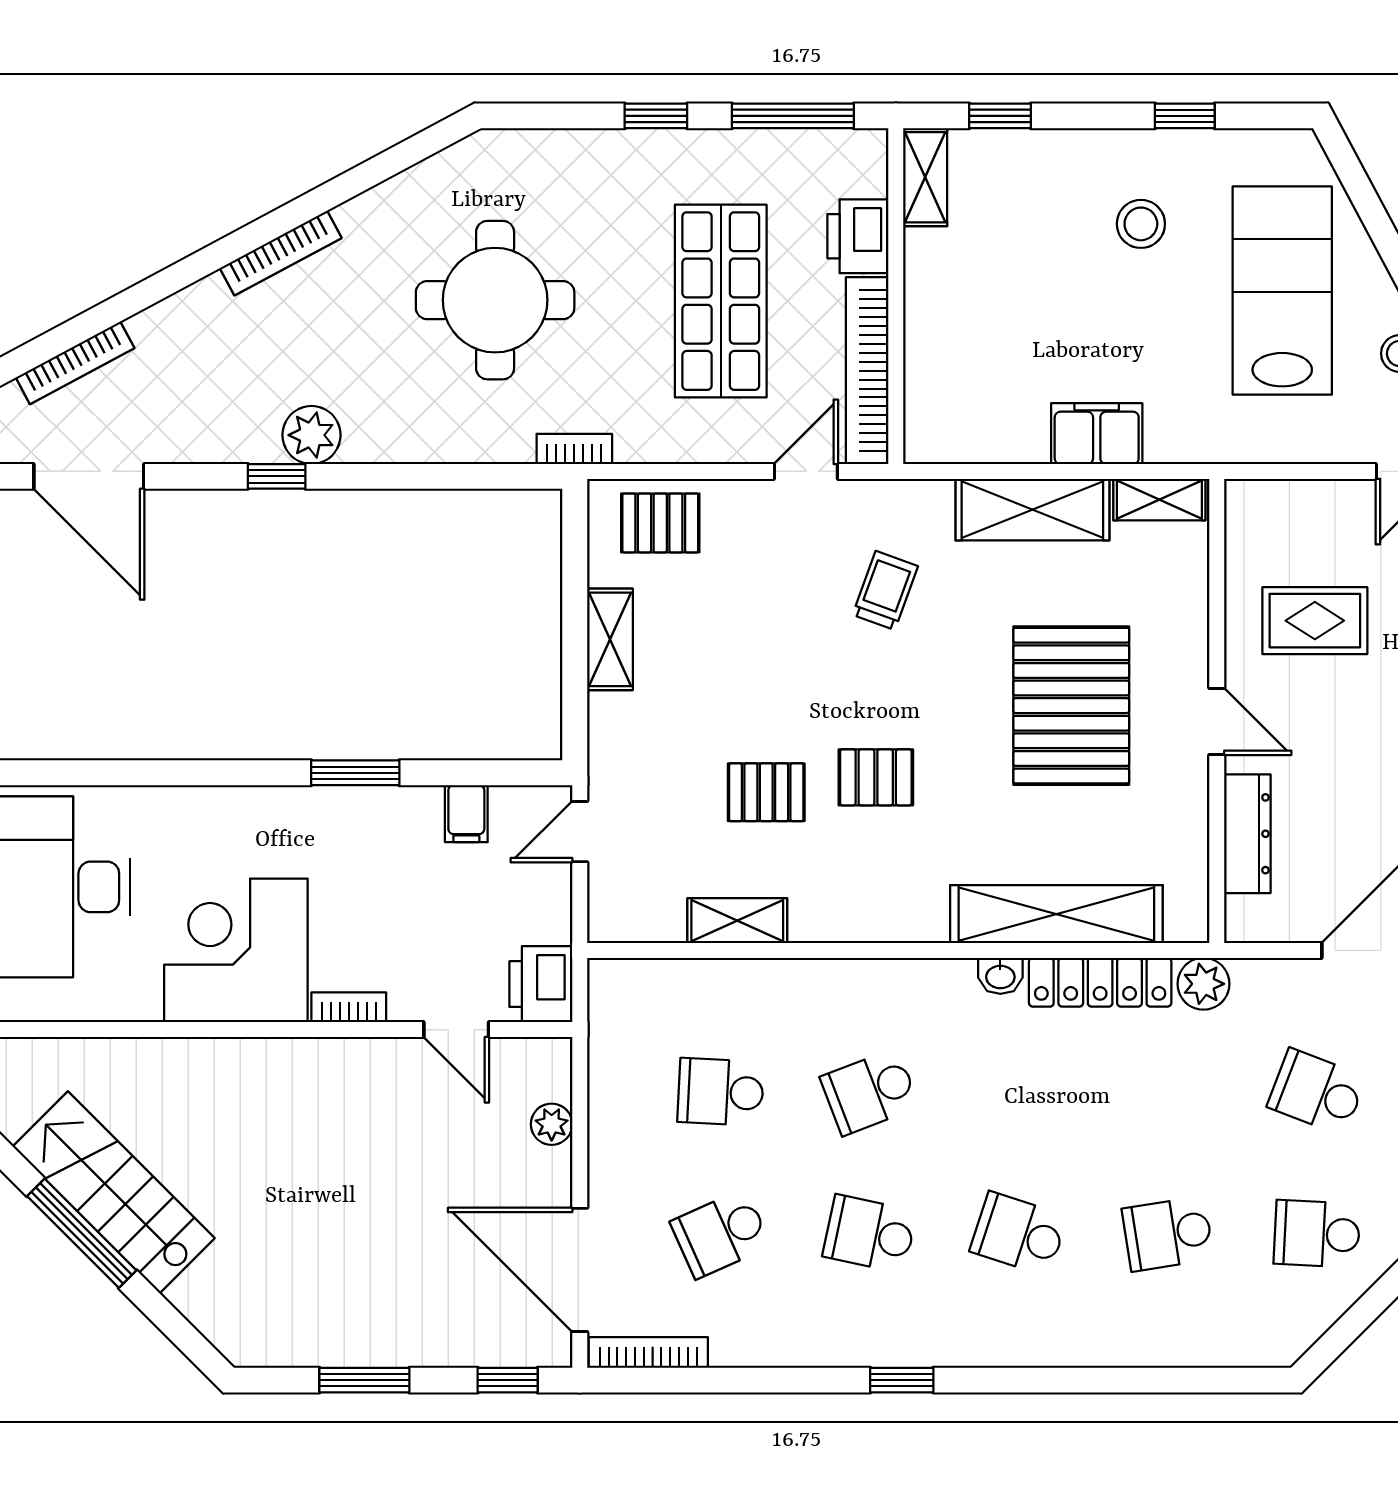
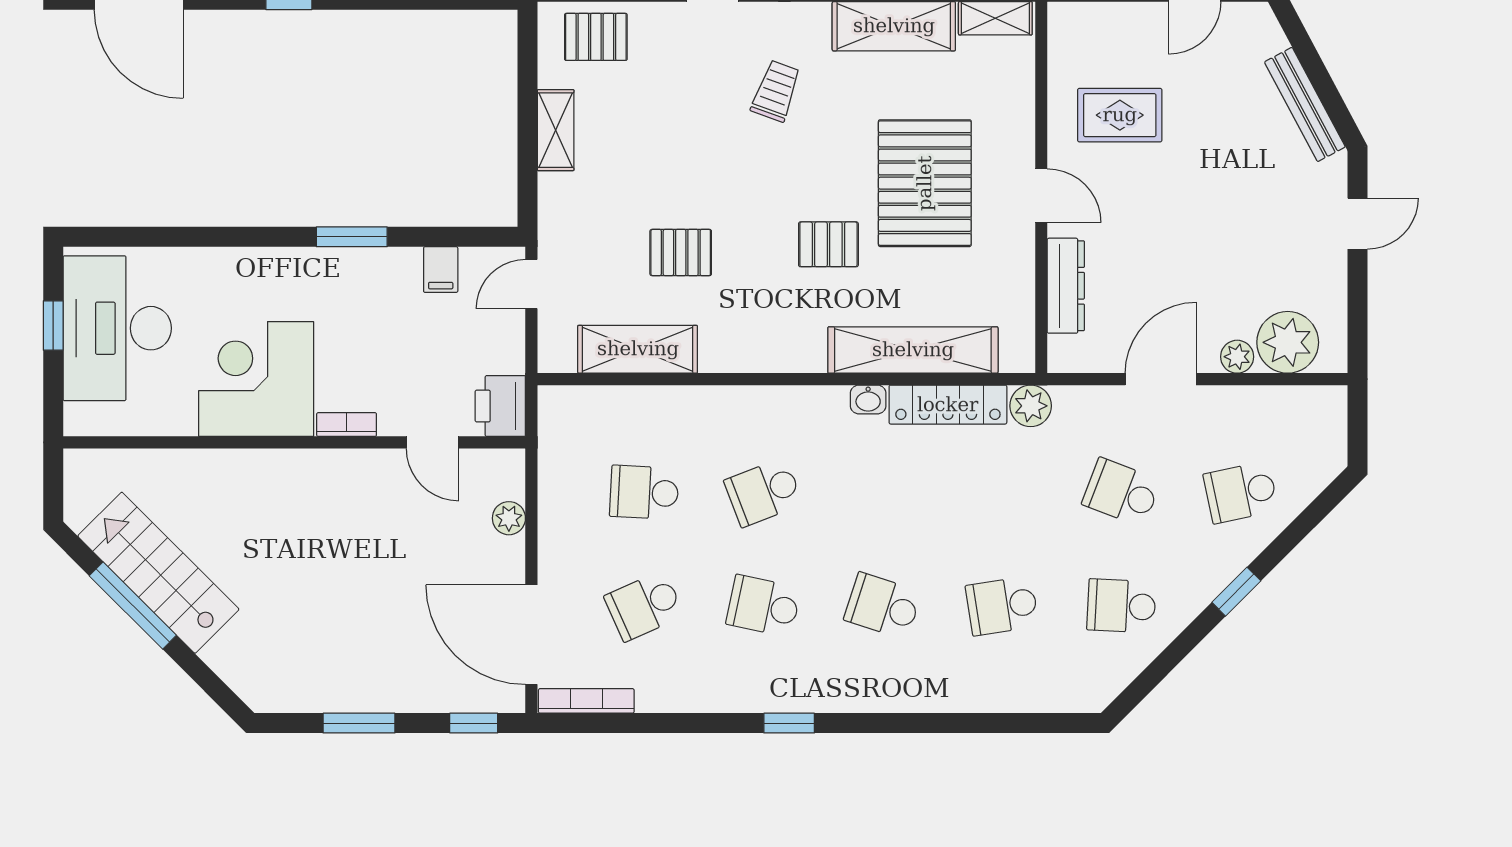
pallet: (876, 777) -> (828, 244), moved
shelving: (737, 921) -> (638, 349), width x1.50, depth x1.33

